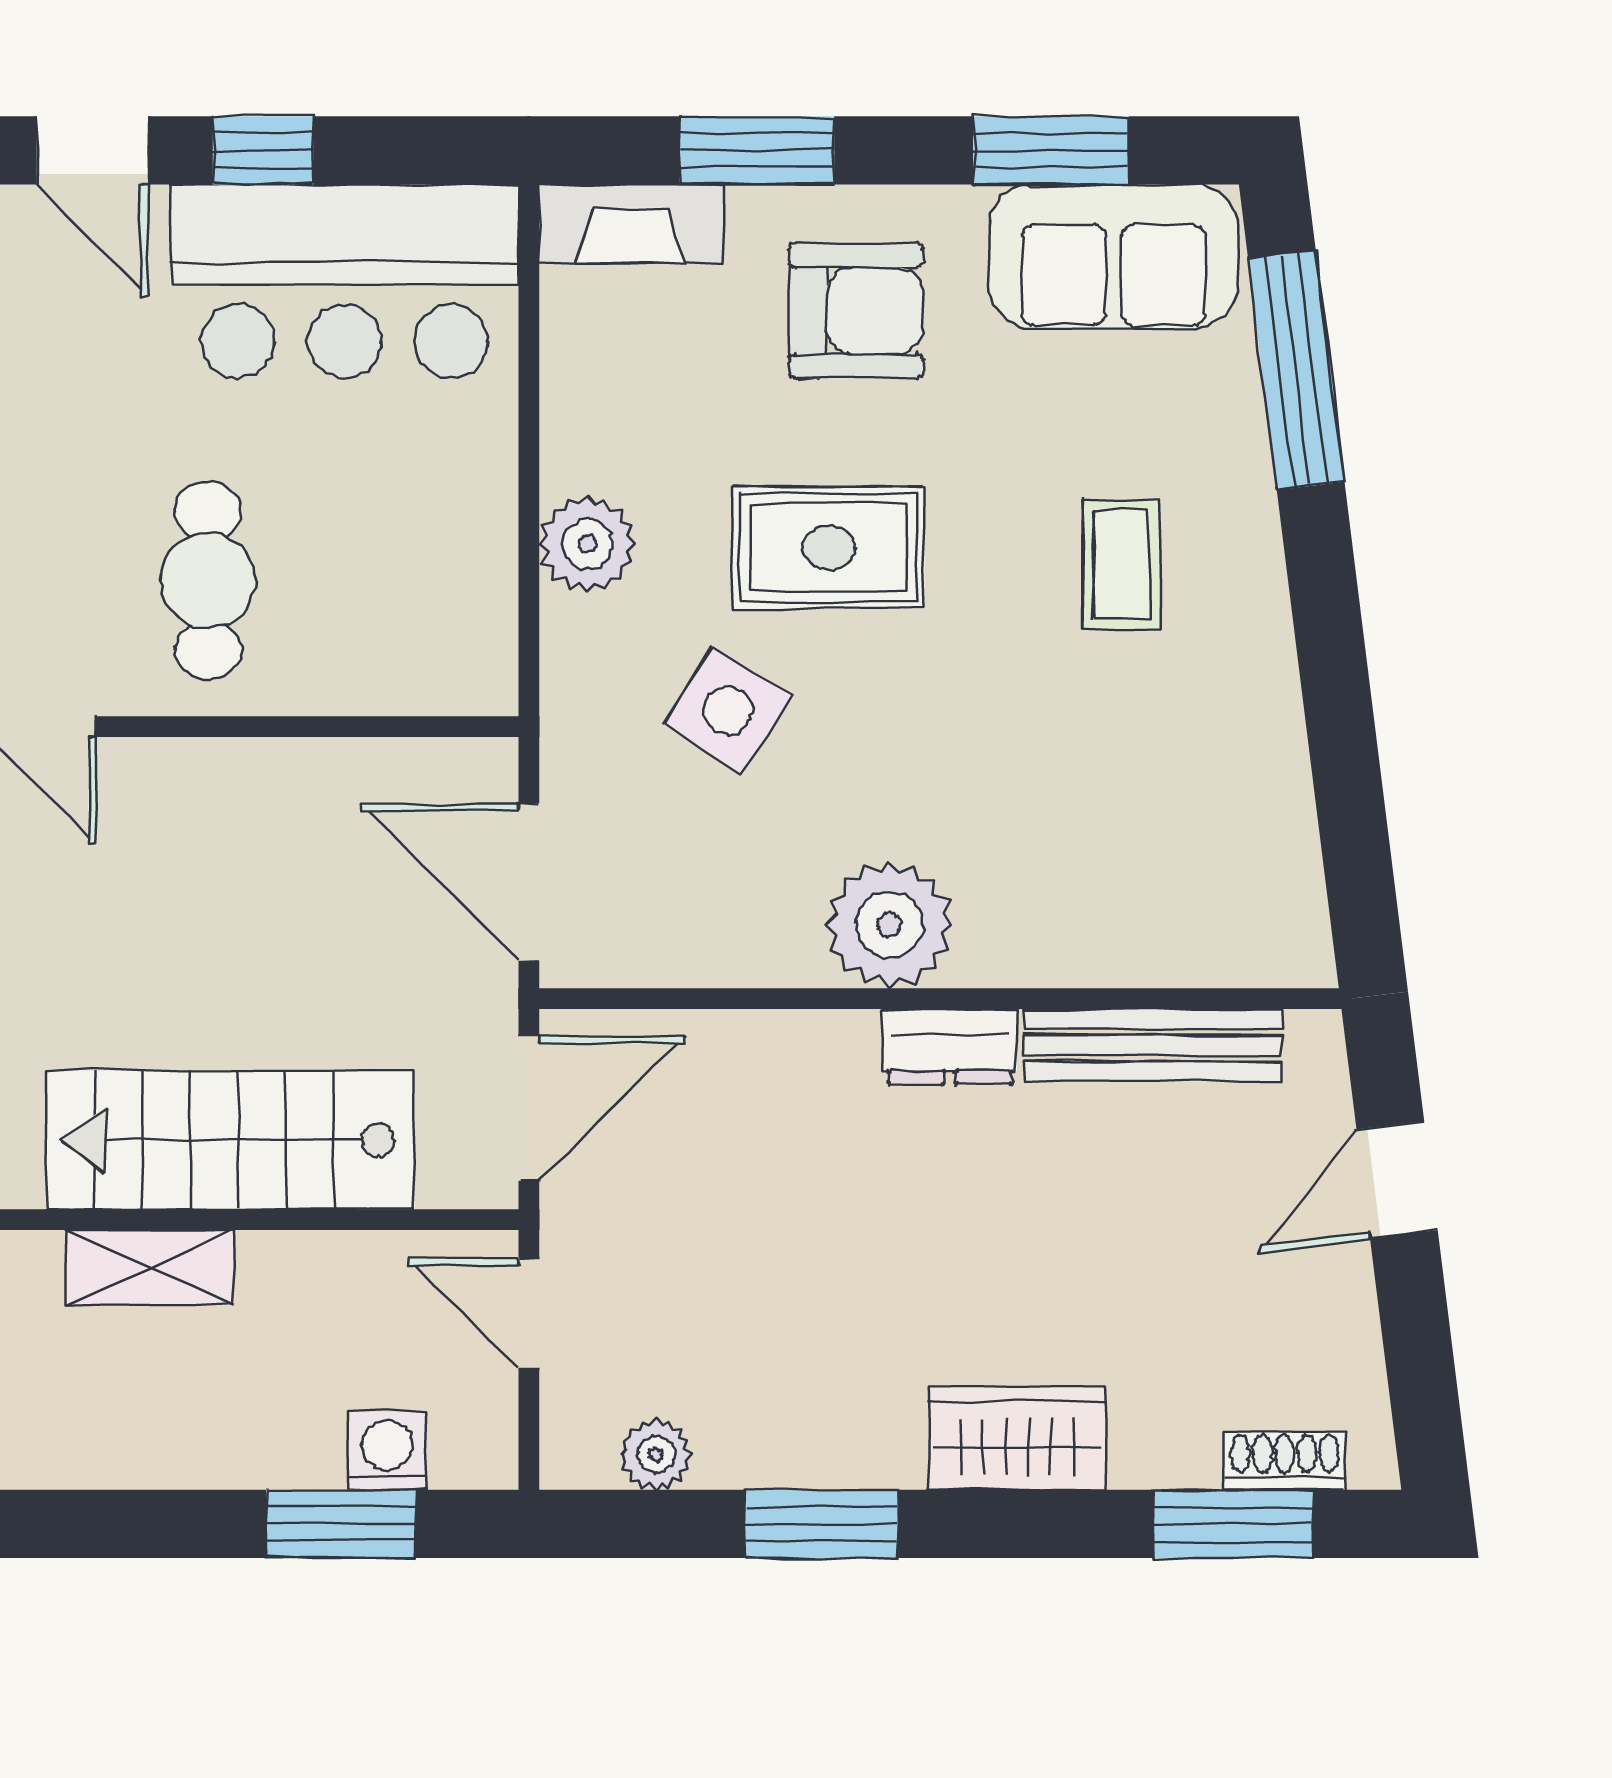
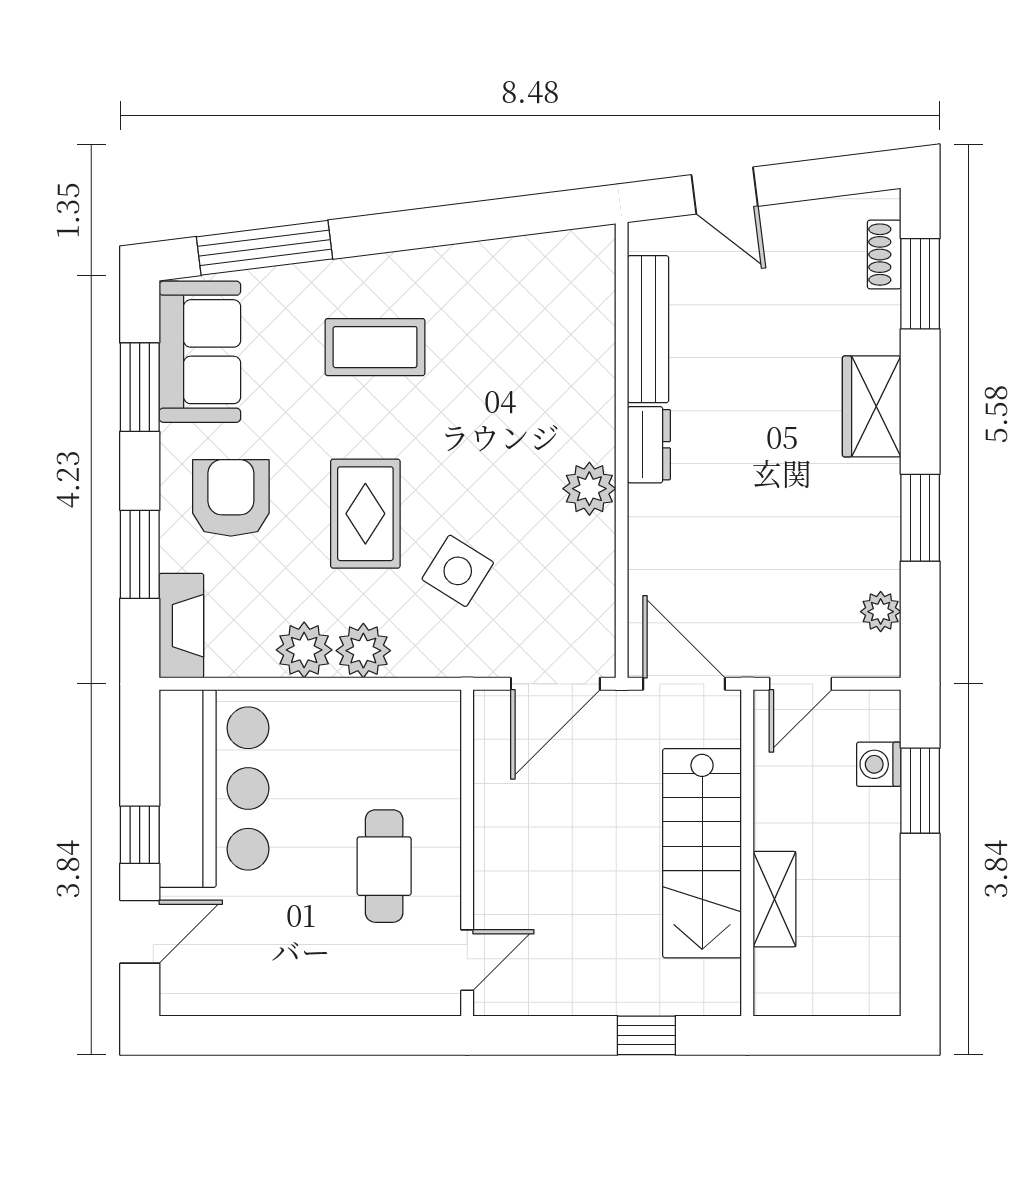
plant: (588, 440) -> (304, 650), added
coffee table: (1122, 565) -> (375, 347), width x1.36, depth x1.30
cafe table: (208, 581) -> (384, 866), turned 90
plant: (889, 925) -> (589, 489), width x0.73, depth x0.73

